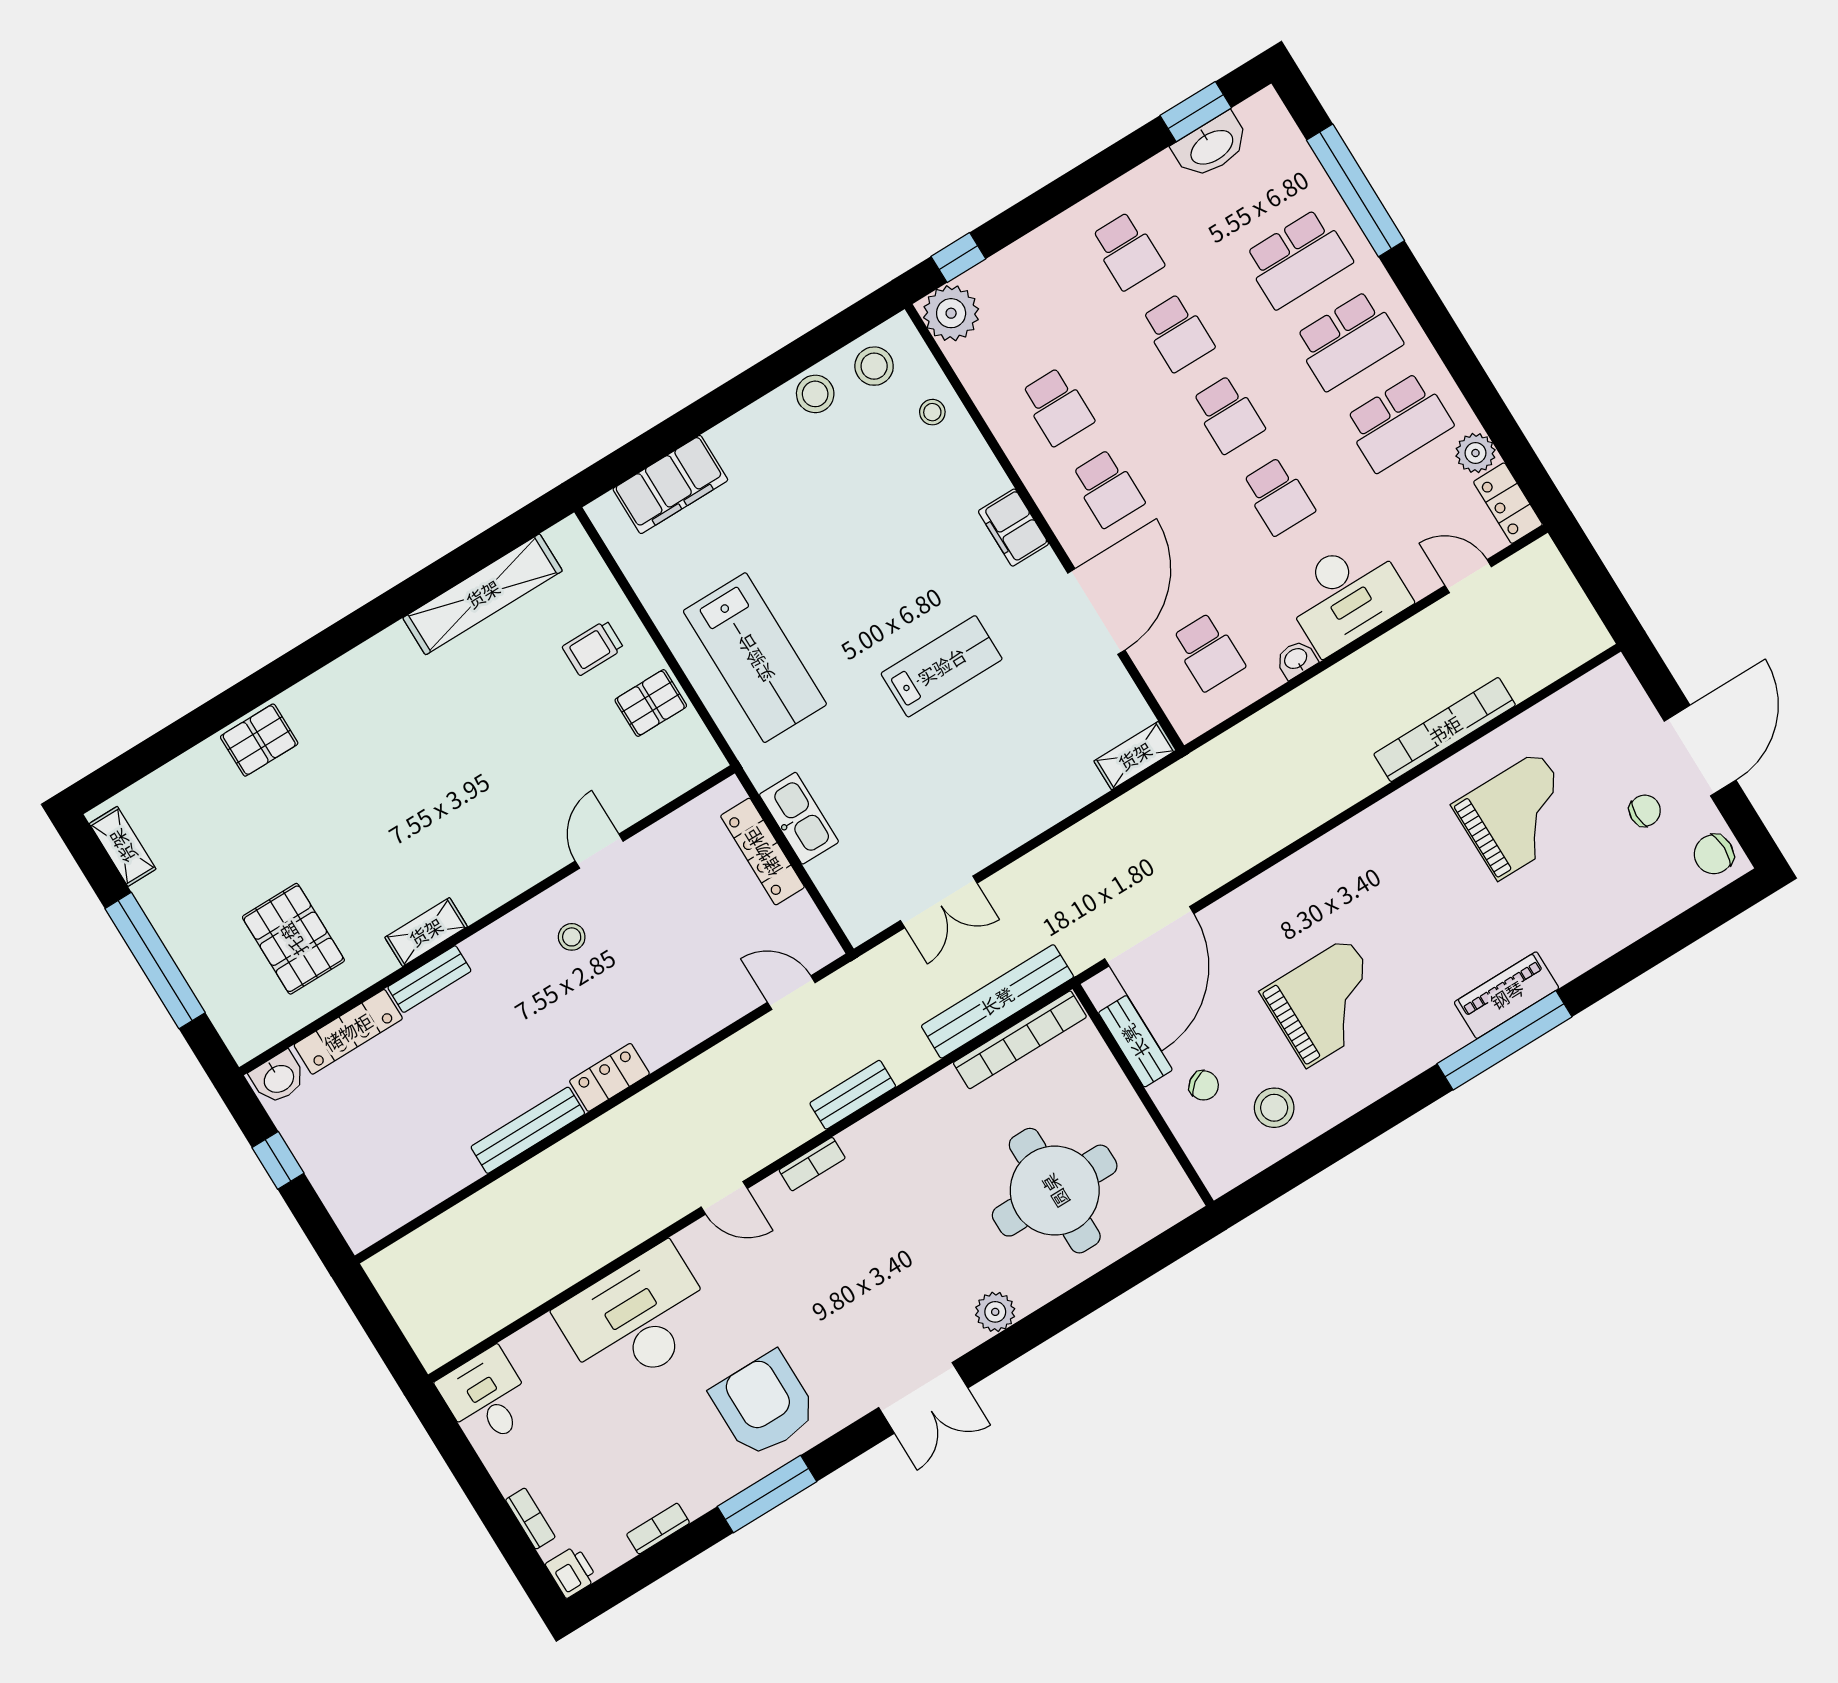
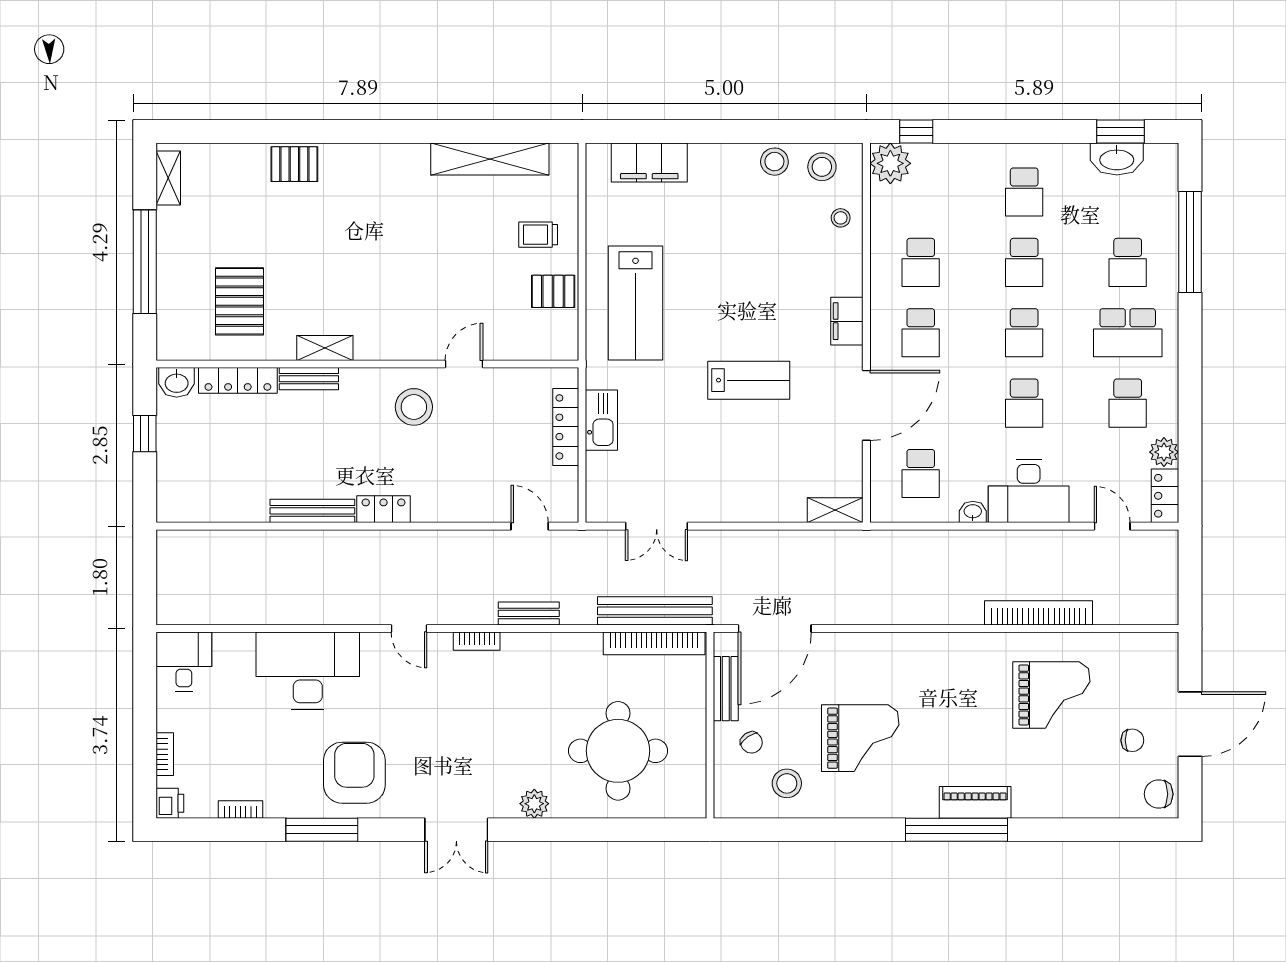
school desk: (1298, 259) -> (1128, 262), width x0.54
school desk: (1398, 422) -> (1128, 403), width x0.54
stool: (572, 937) -> (414, 407), width x1.89, depth x1.89

